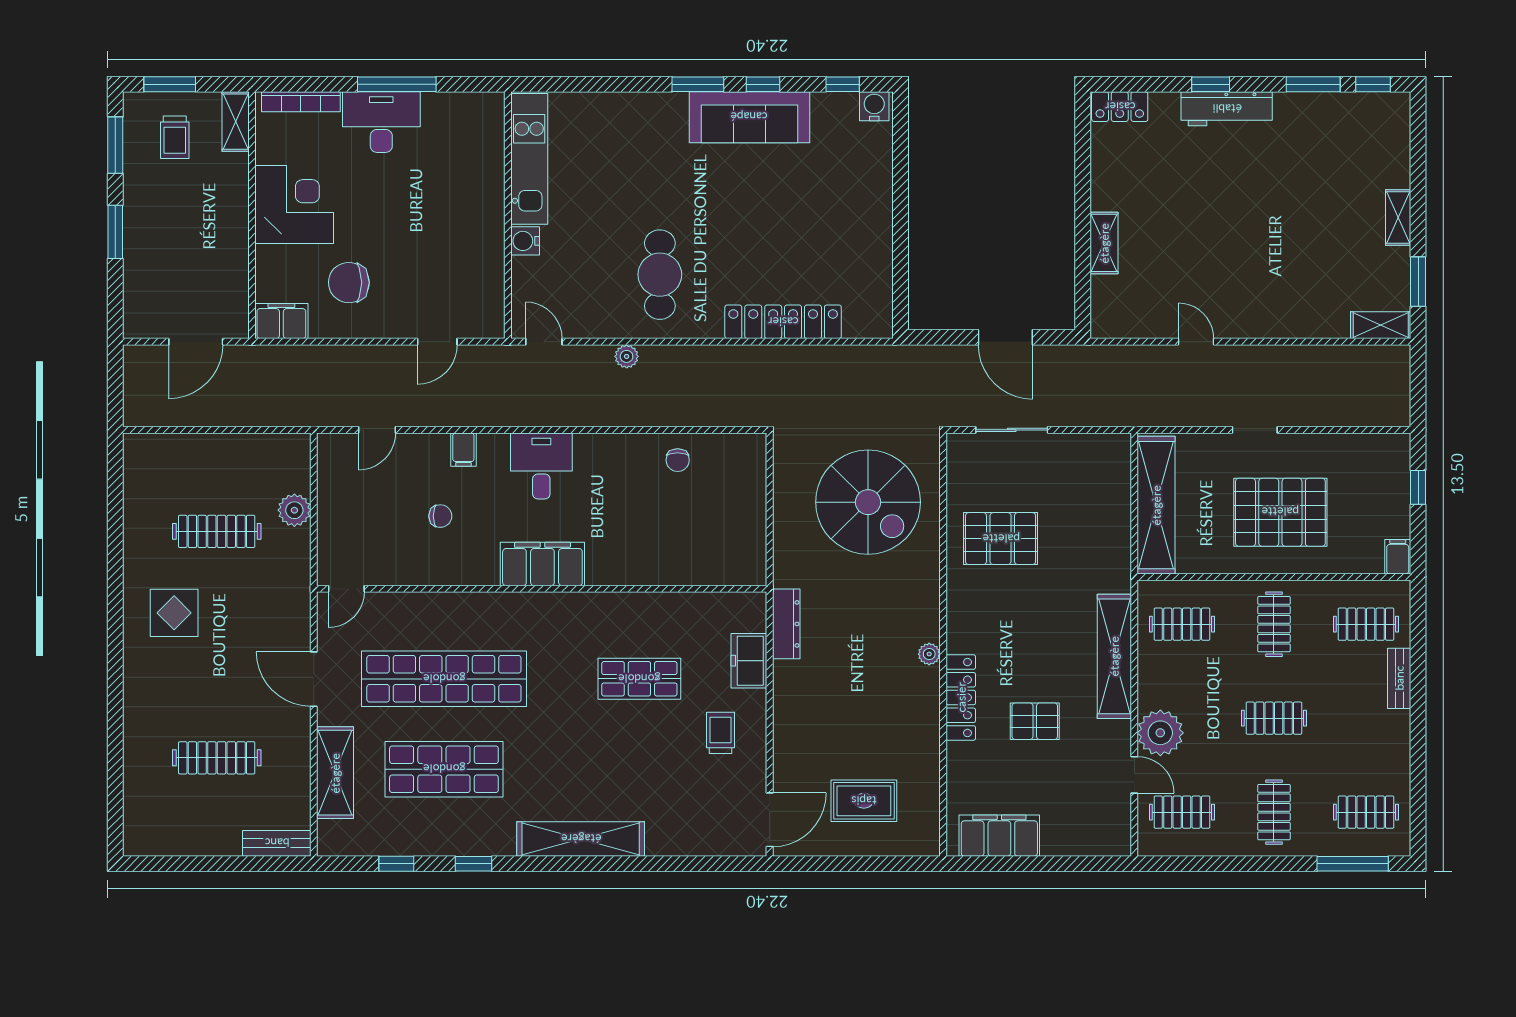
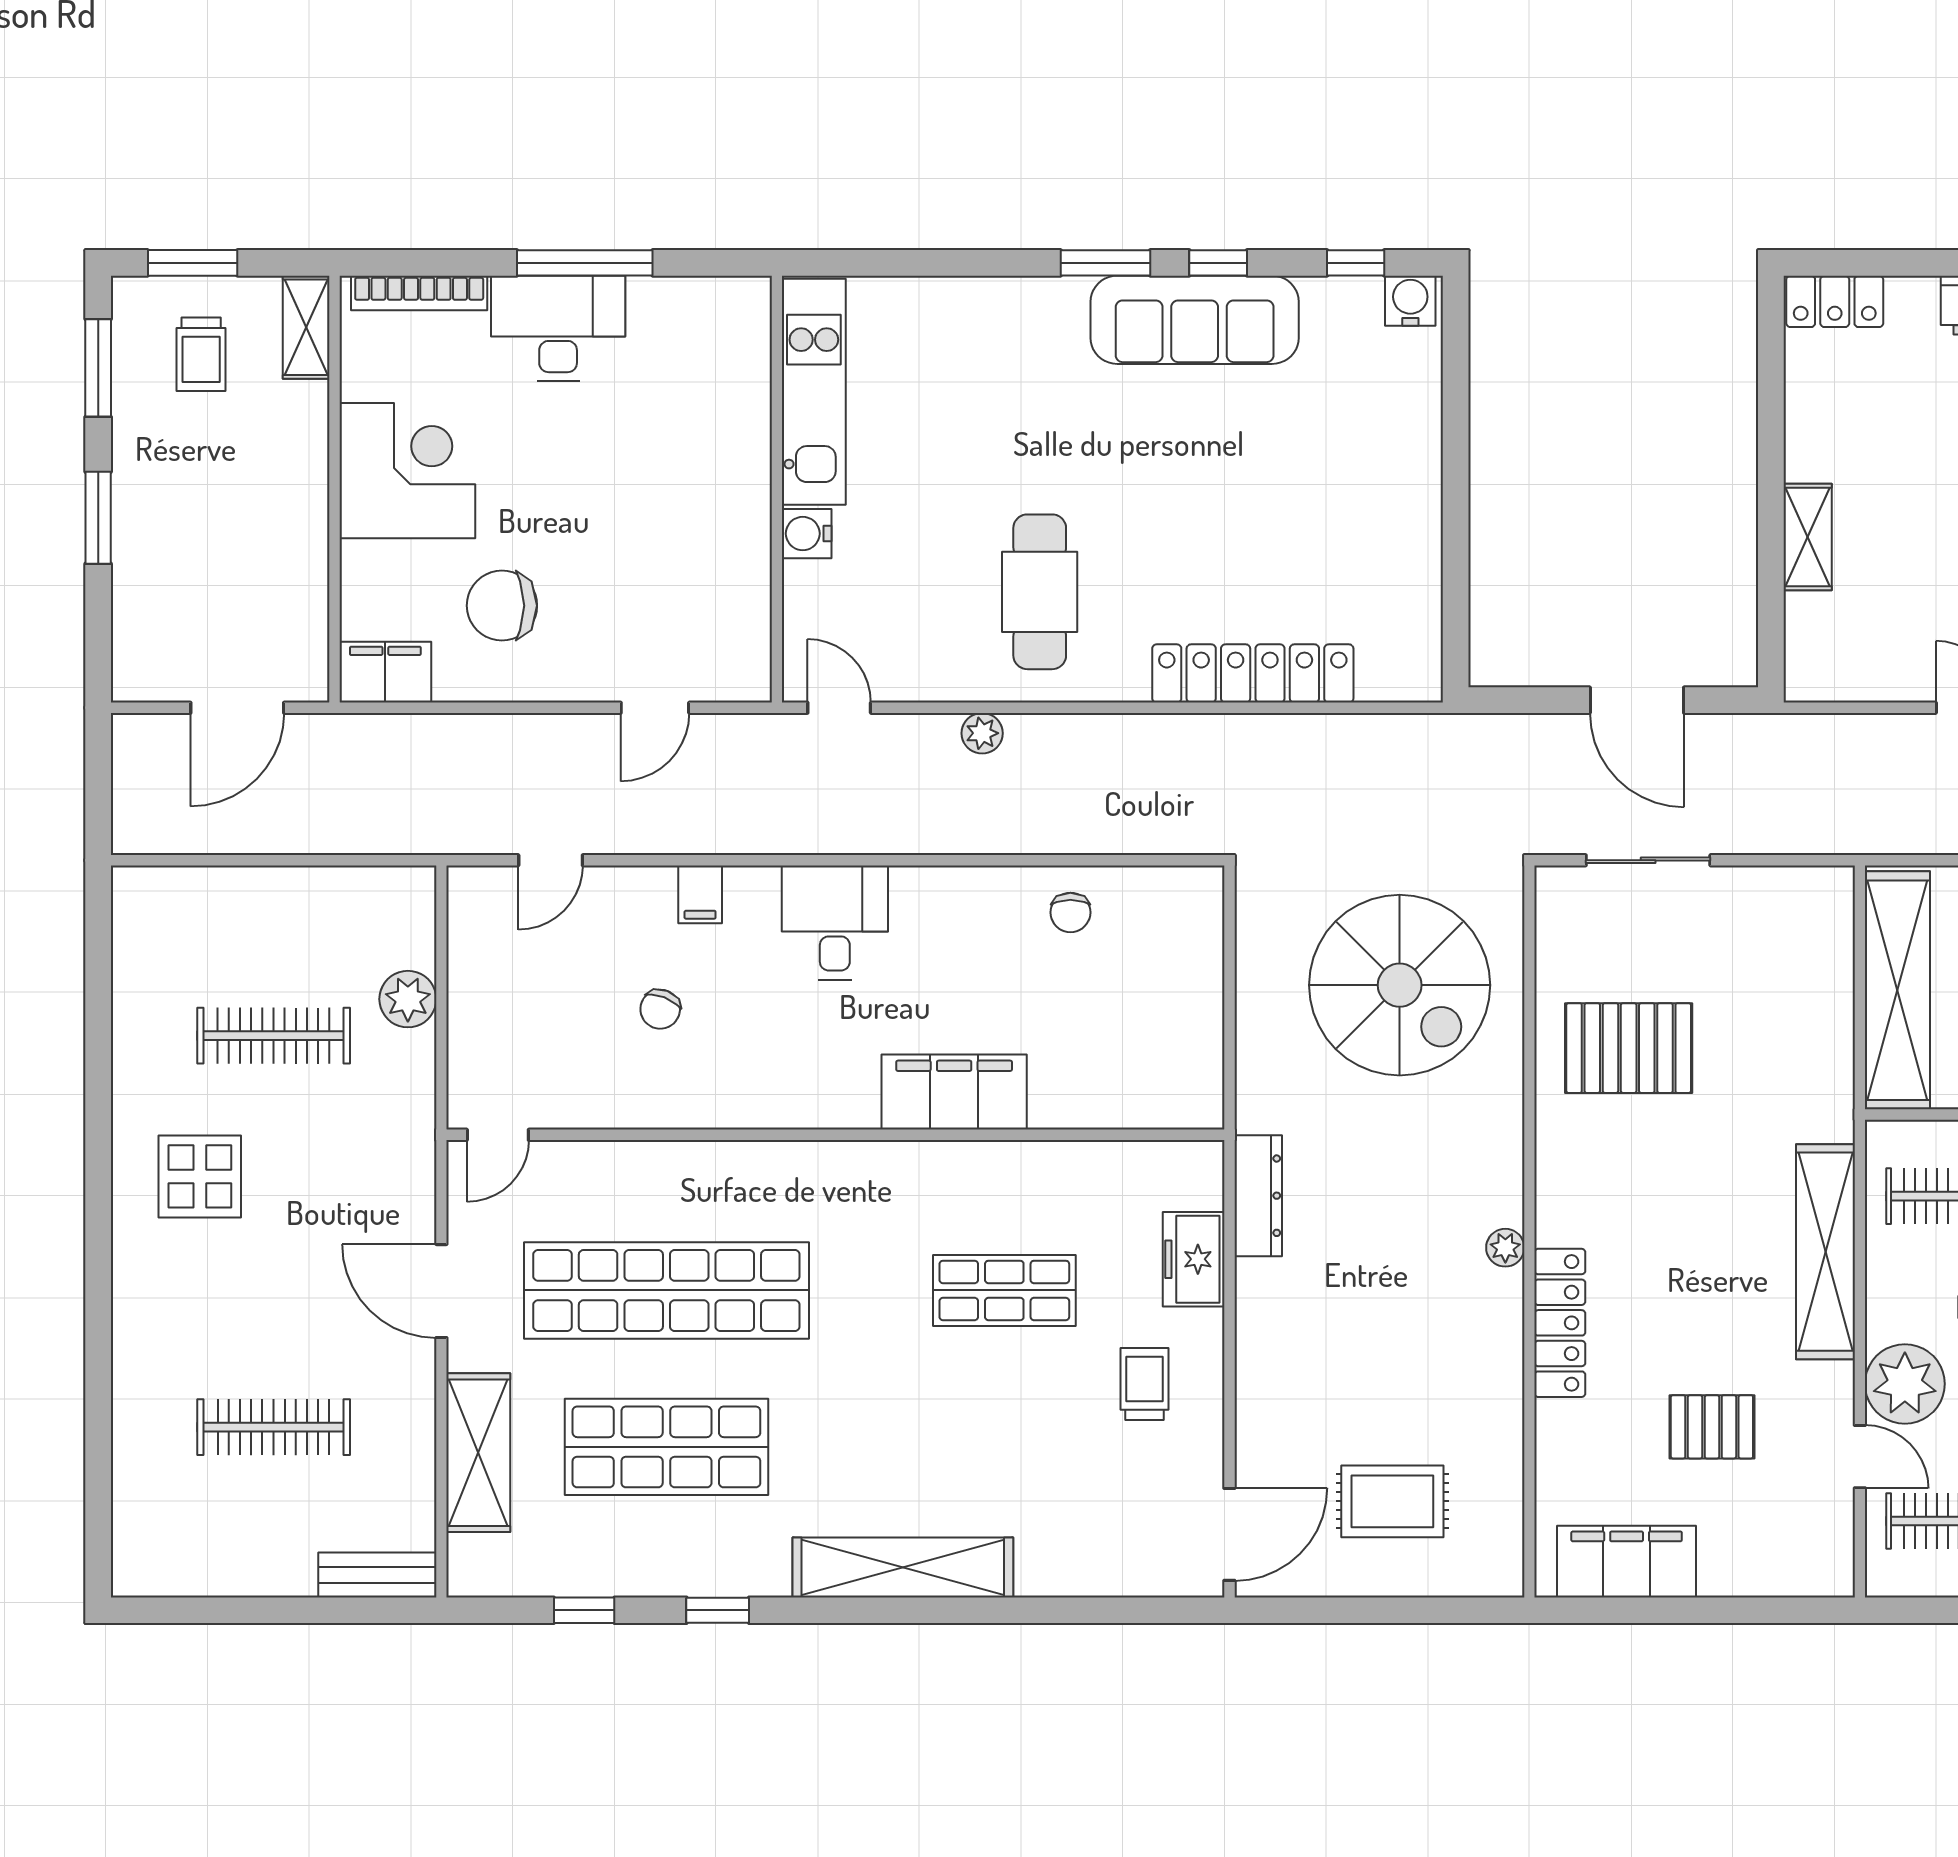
chair: (440, 516) -> (660, 1009), turned 111
filing cabinet: (542, 564) -> (954, 1092), moved
pallet: (1035, 721) -> (1712, 1427), moved

